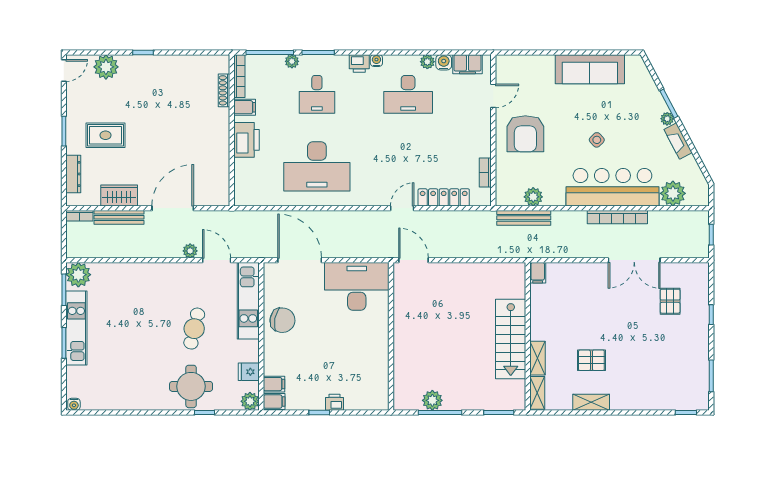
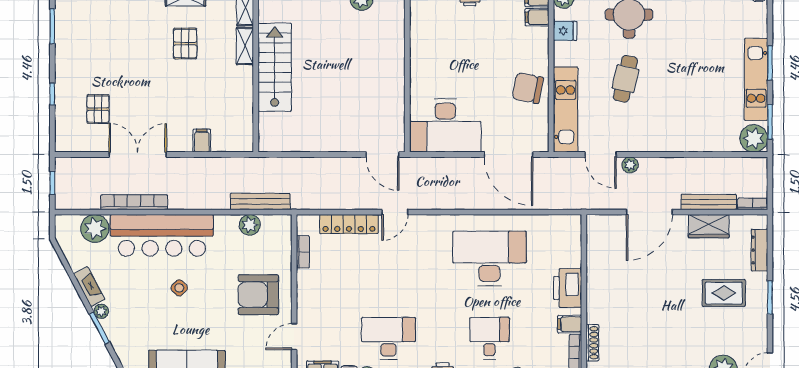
armchair: (525, 134) -> (258, 295), turned -90
bookcase: (617, 217) -> (134, 202), moved
filing cabinet: (538, 273) -> (202, 141), moved
pallet: (591, 360) -> (185, 44), turned 90

